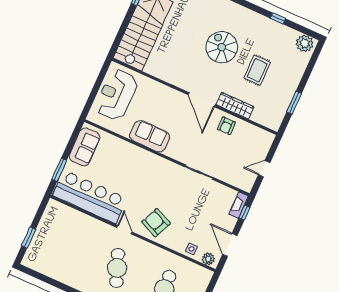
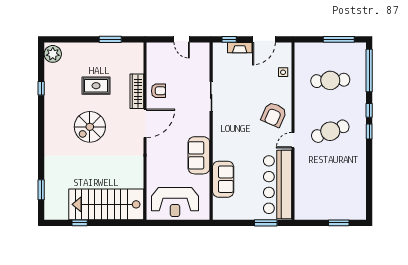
sofa: (85, 147) -> (223, 179), moved, turned 90
fireplace: (239, 205) -> (240, 48), moved
plant: (208, 259) -> (285, 53), removed

